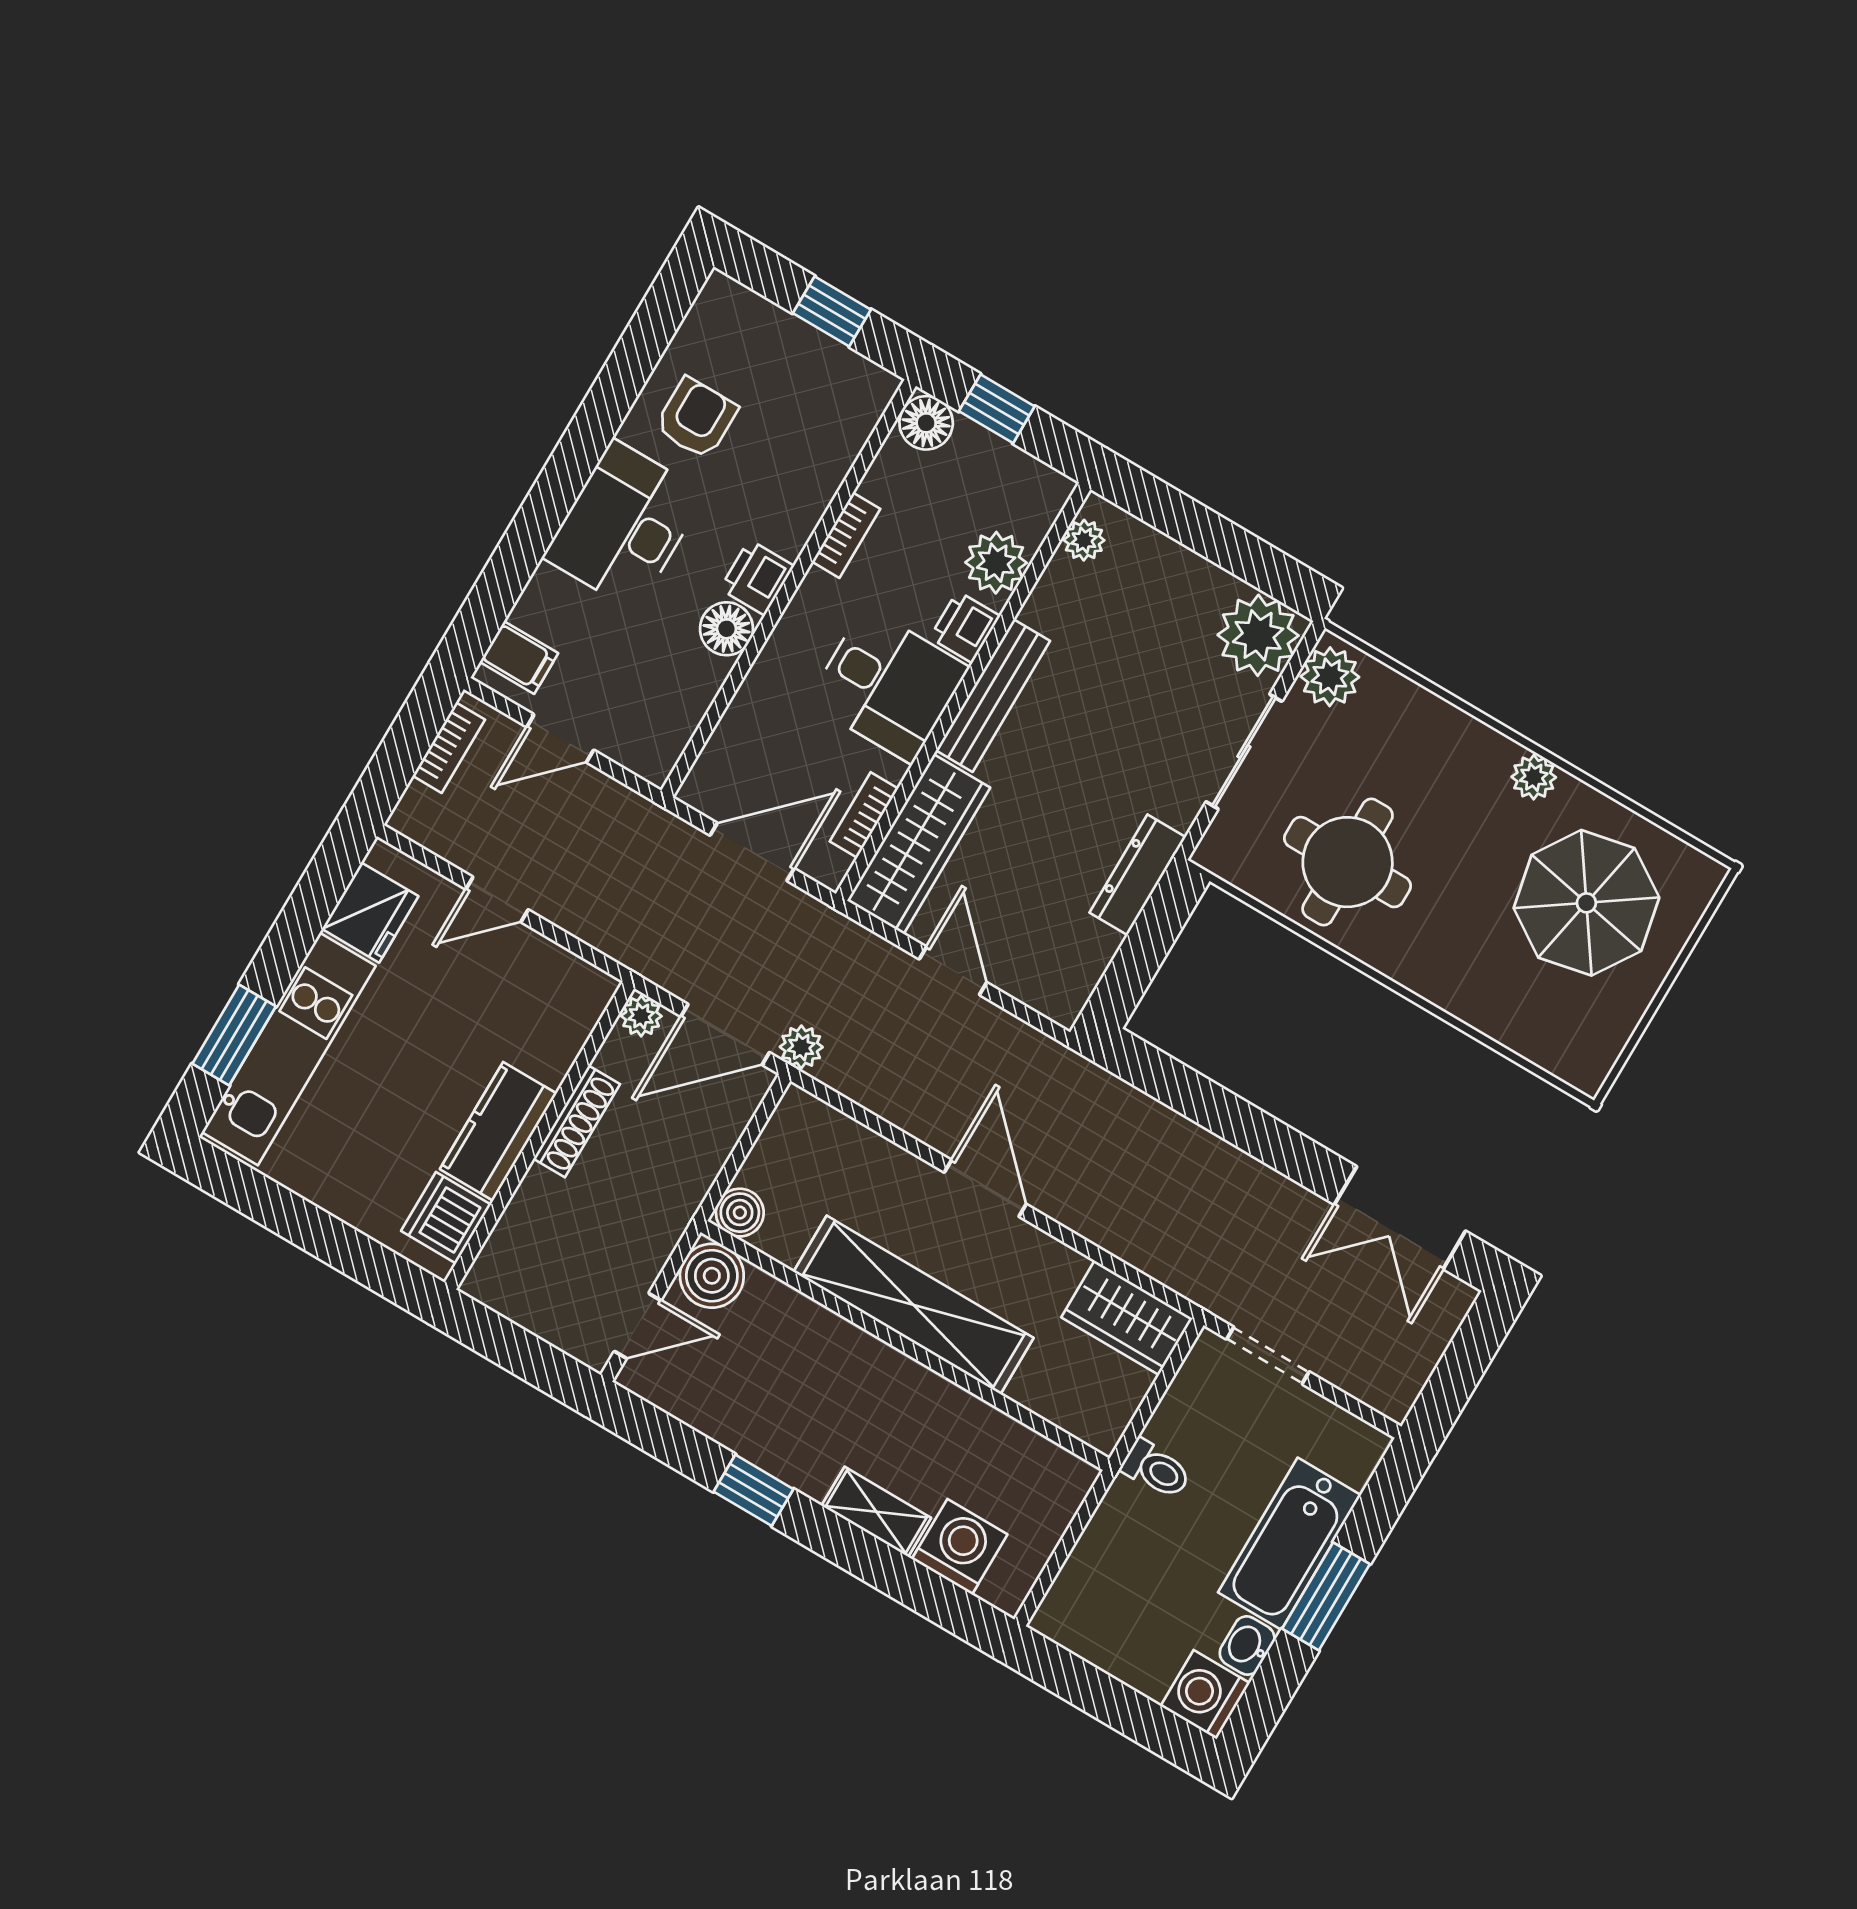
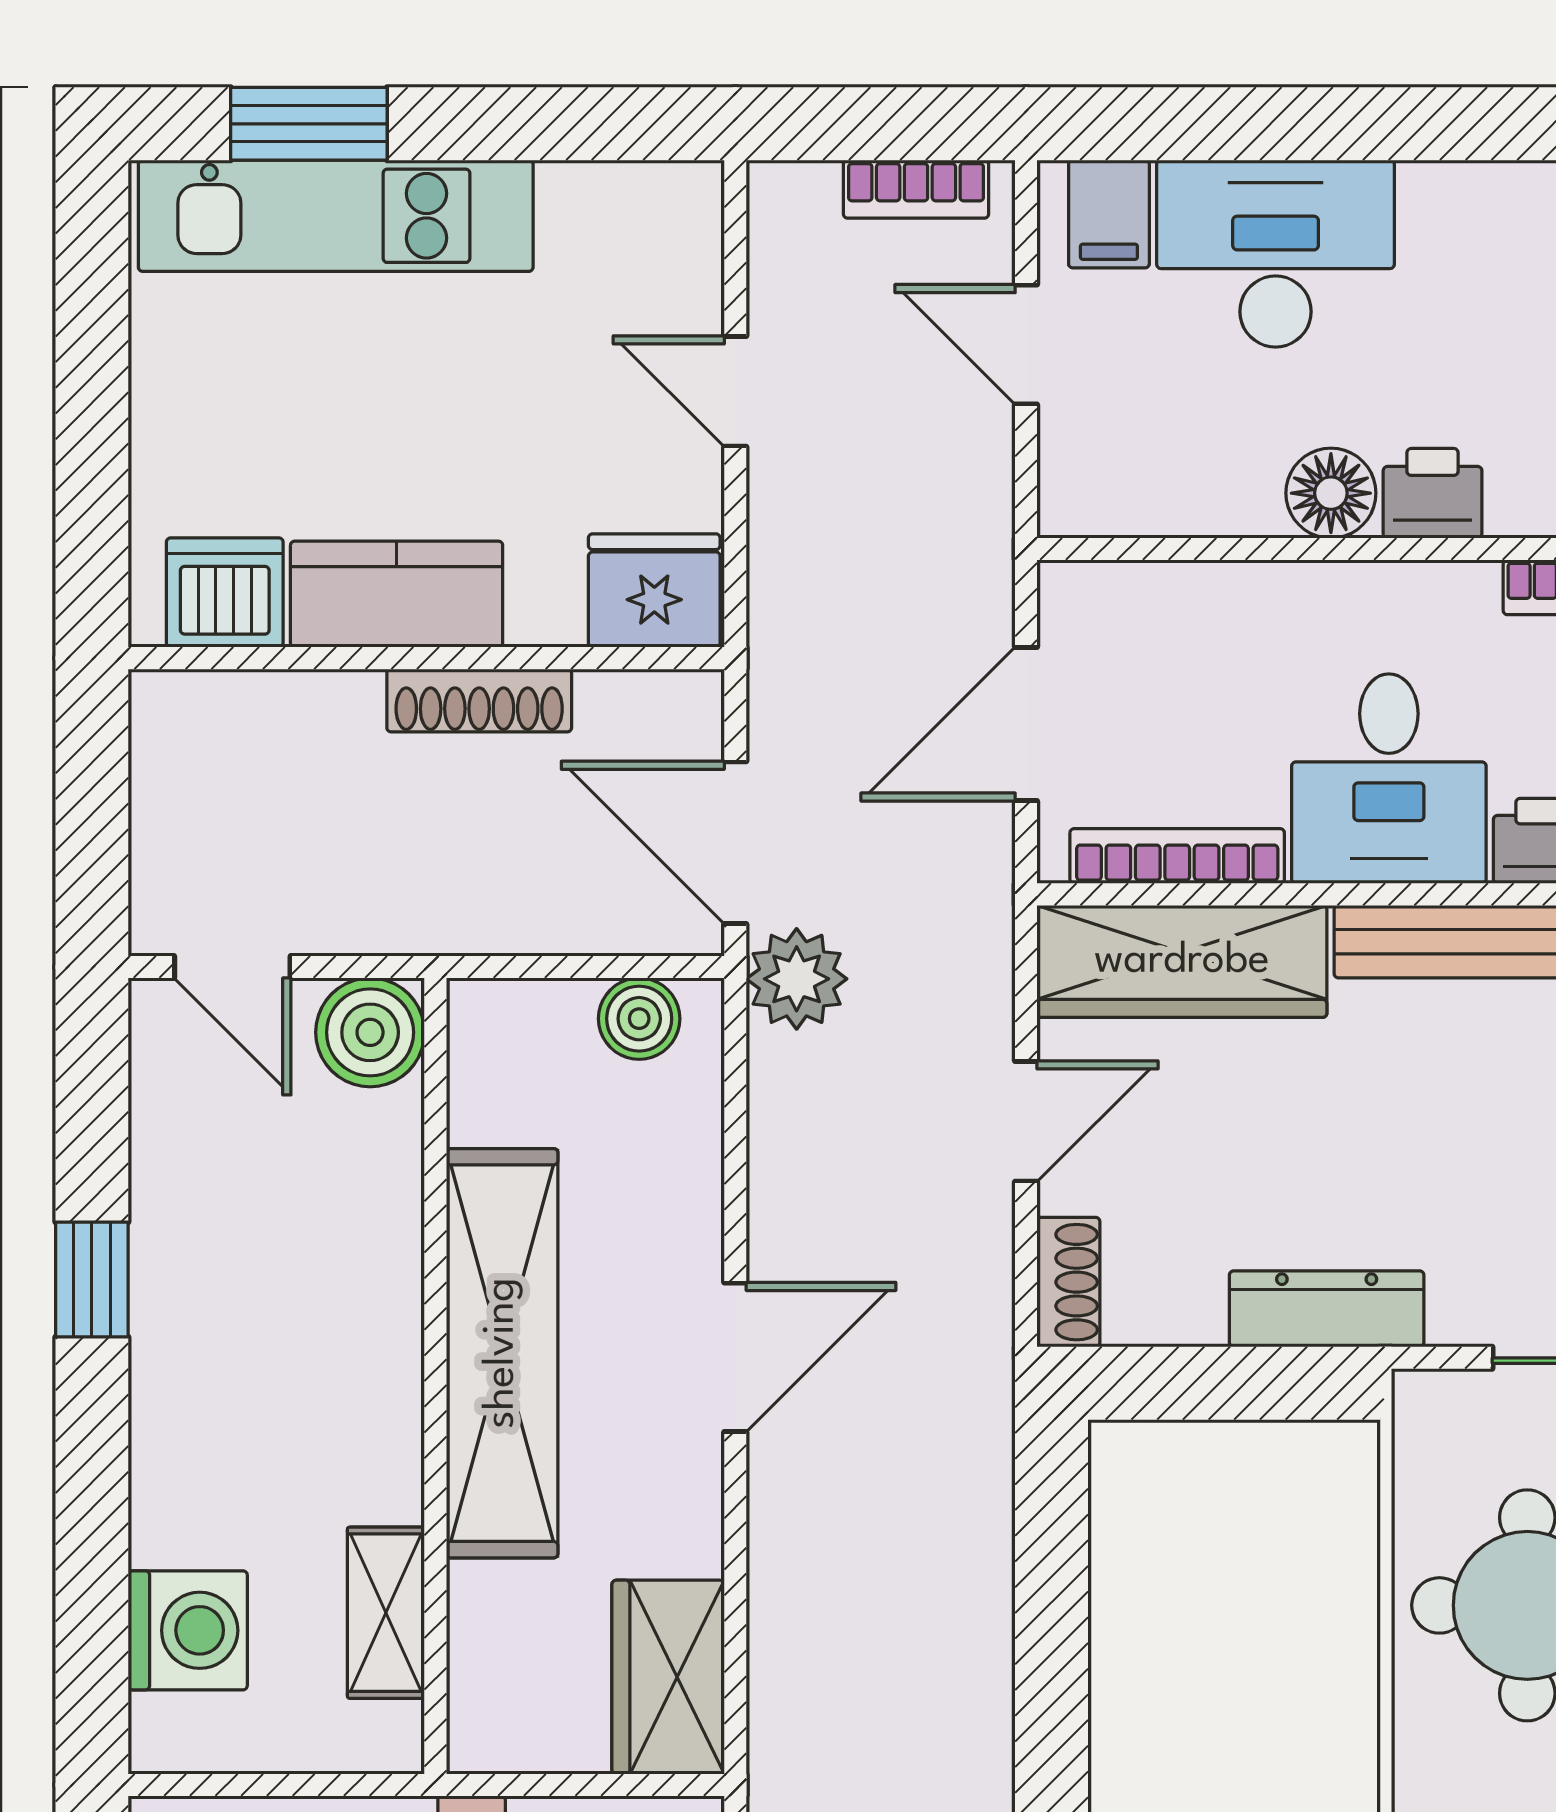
desk: (624, 525) -> (1276, 254), moved
bookcase: (864, 815) -> (1177, 856), width x1.56
door: (752, 852) -> (1026, 724), swing flipped
fridge: (370, 913) -> (654, 590), moved, turned 180
shoe rack: (1047, 997) -> (1068, 1282), added
plant: (641, 1016) -> (690, 704), removed
plant: (801, 1047) -> (797, 979), width x1.38, depth x1.38
boiler: (740, 1213) -> (639, 1019), moved
shelving: (876, 1512) -> (386, 1613), moved

